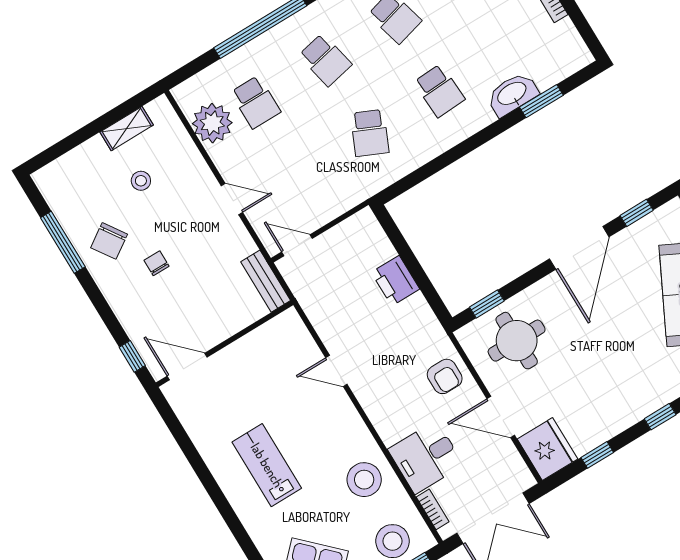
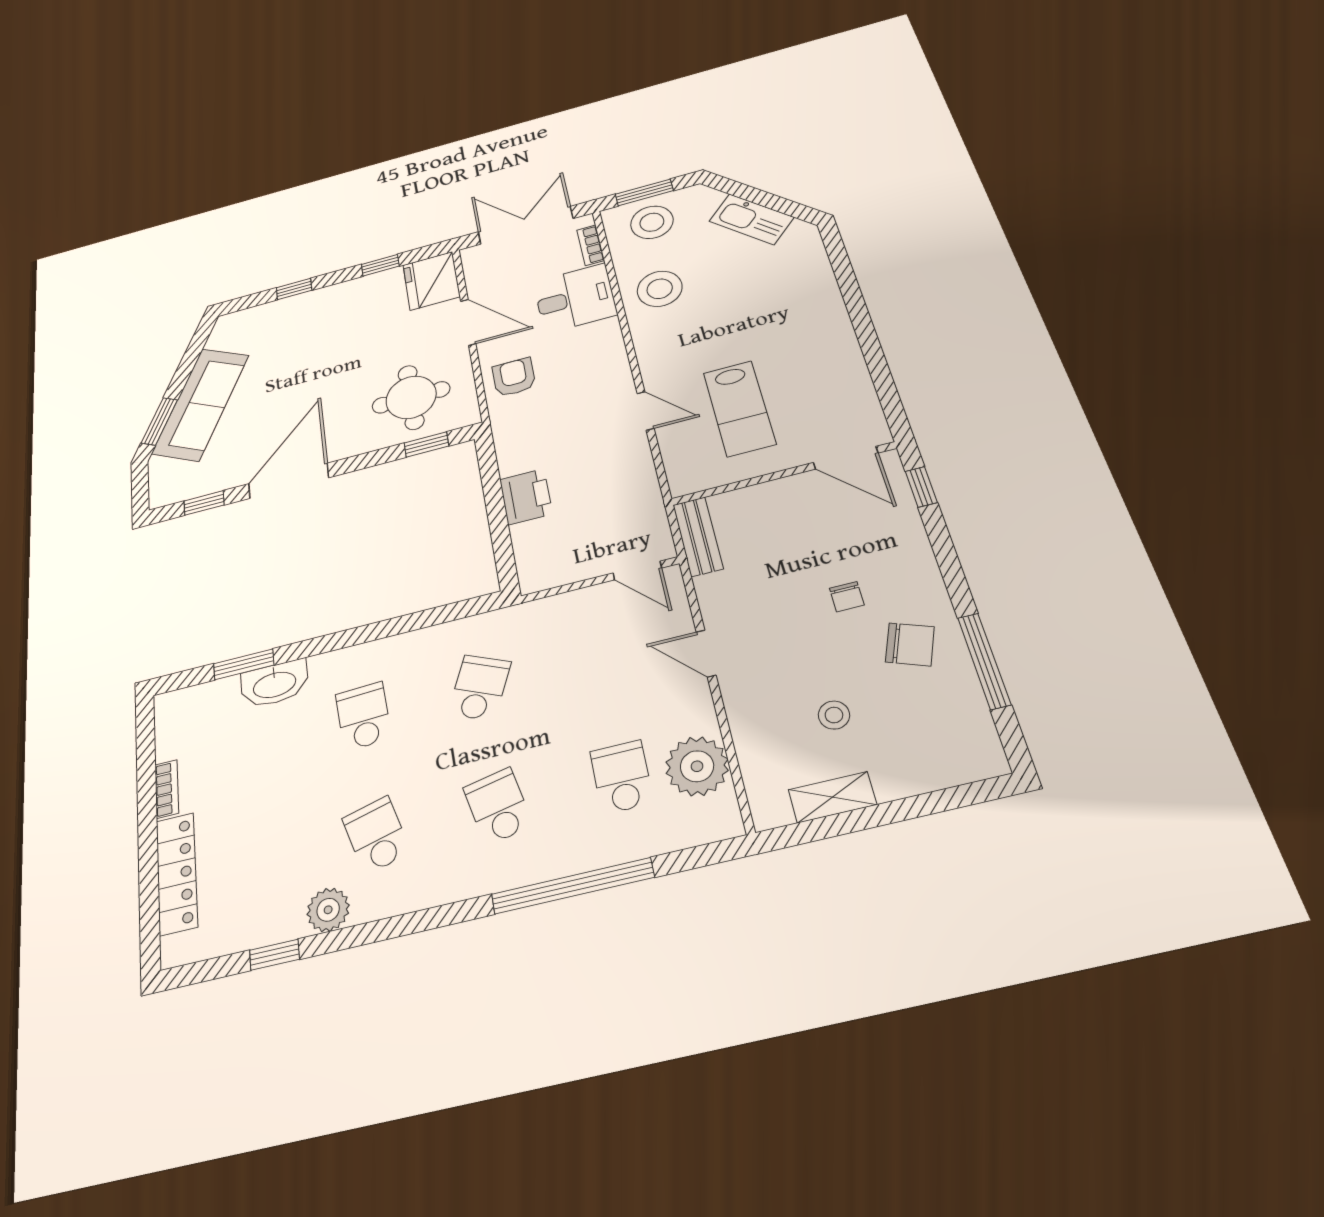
chair: (109, 241) -> (910, 644), turned 55
lab bench: (267, 465) -> (739, 408), moved

